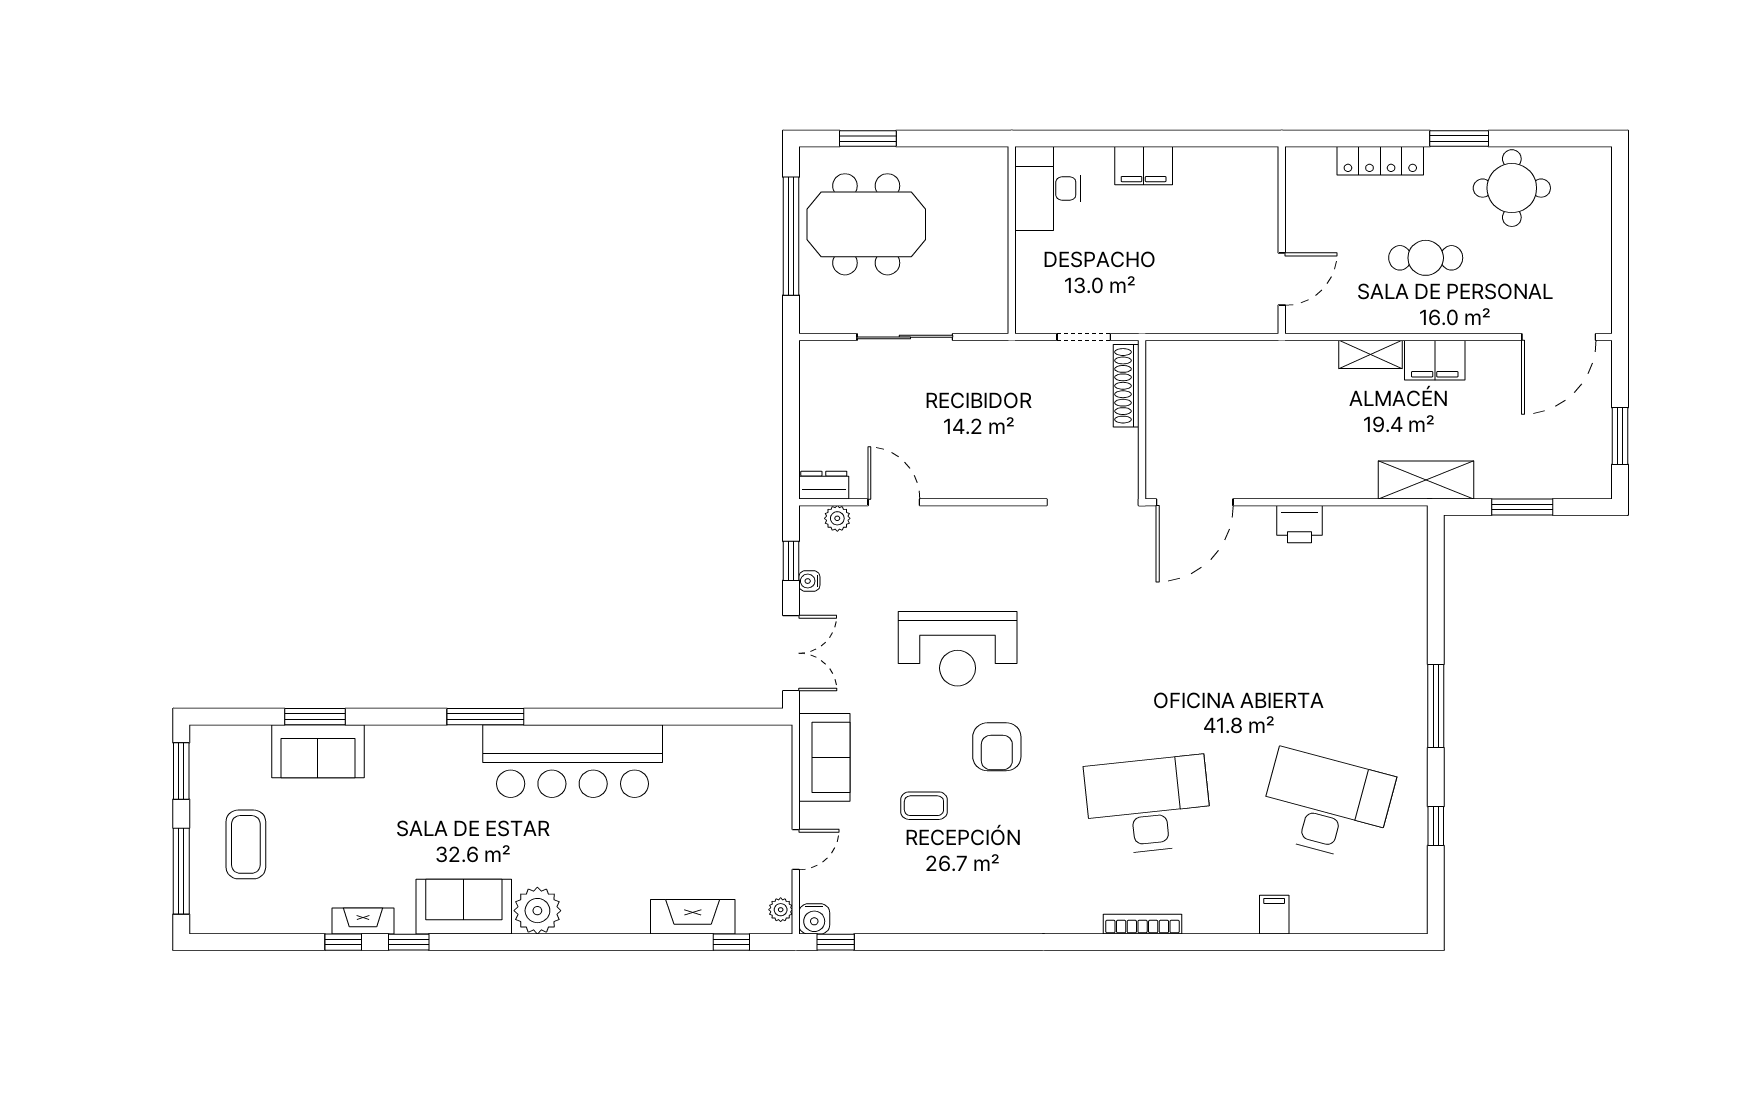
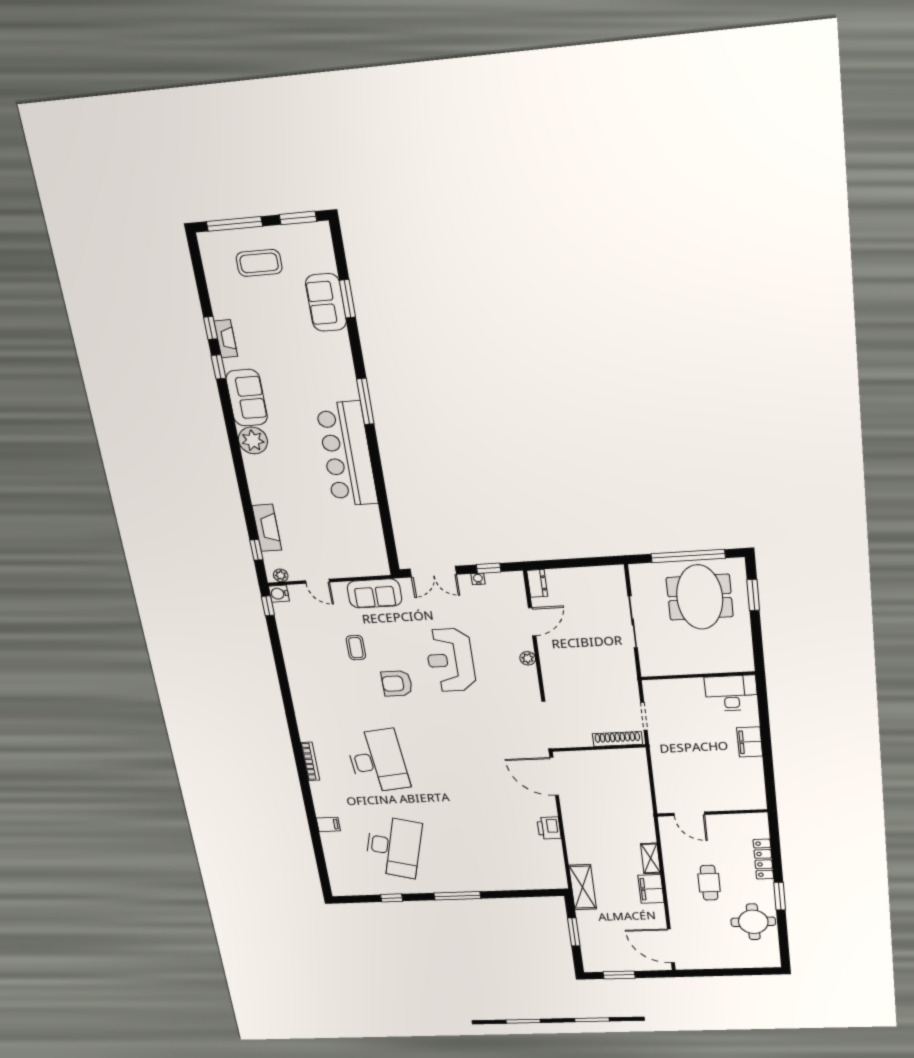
plant: (837, 518) -> (528, 658), moved

